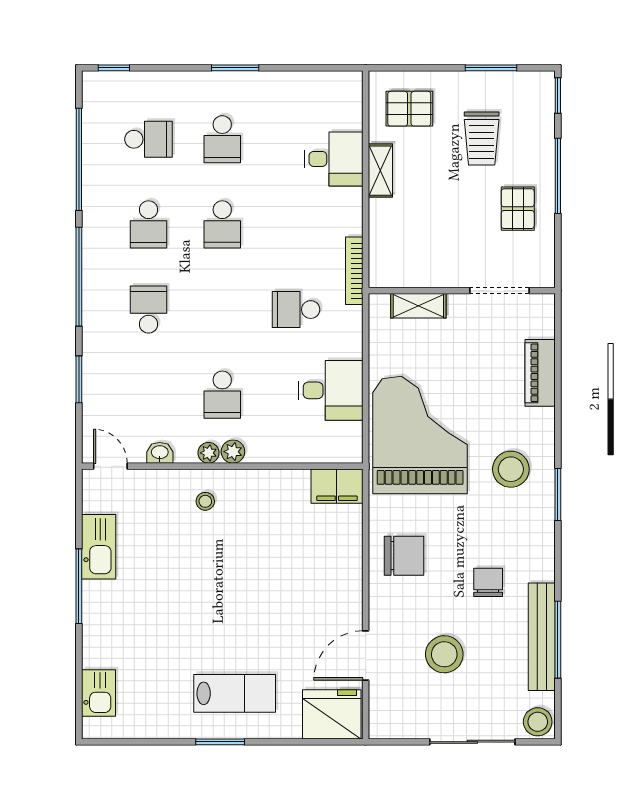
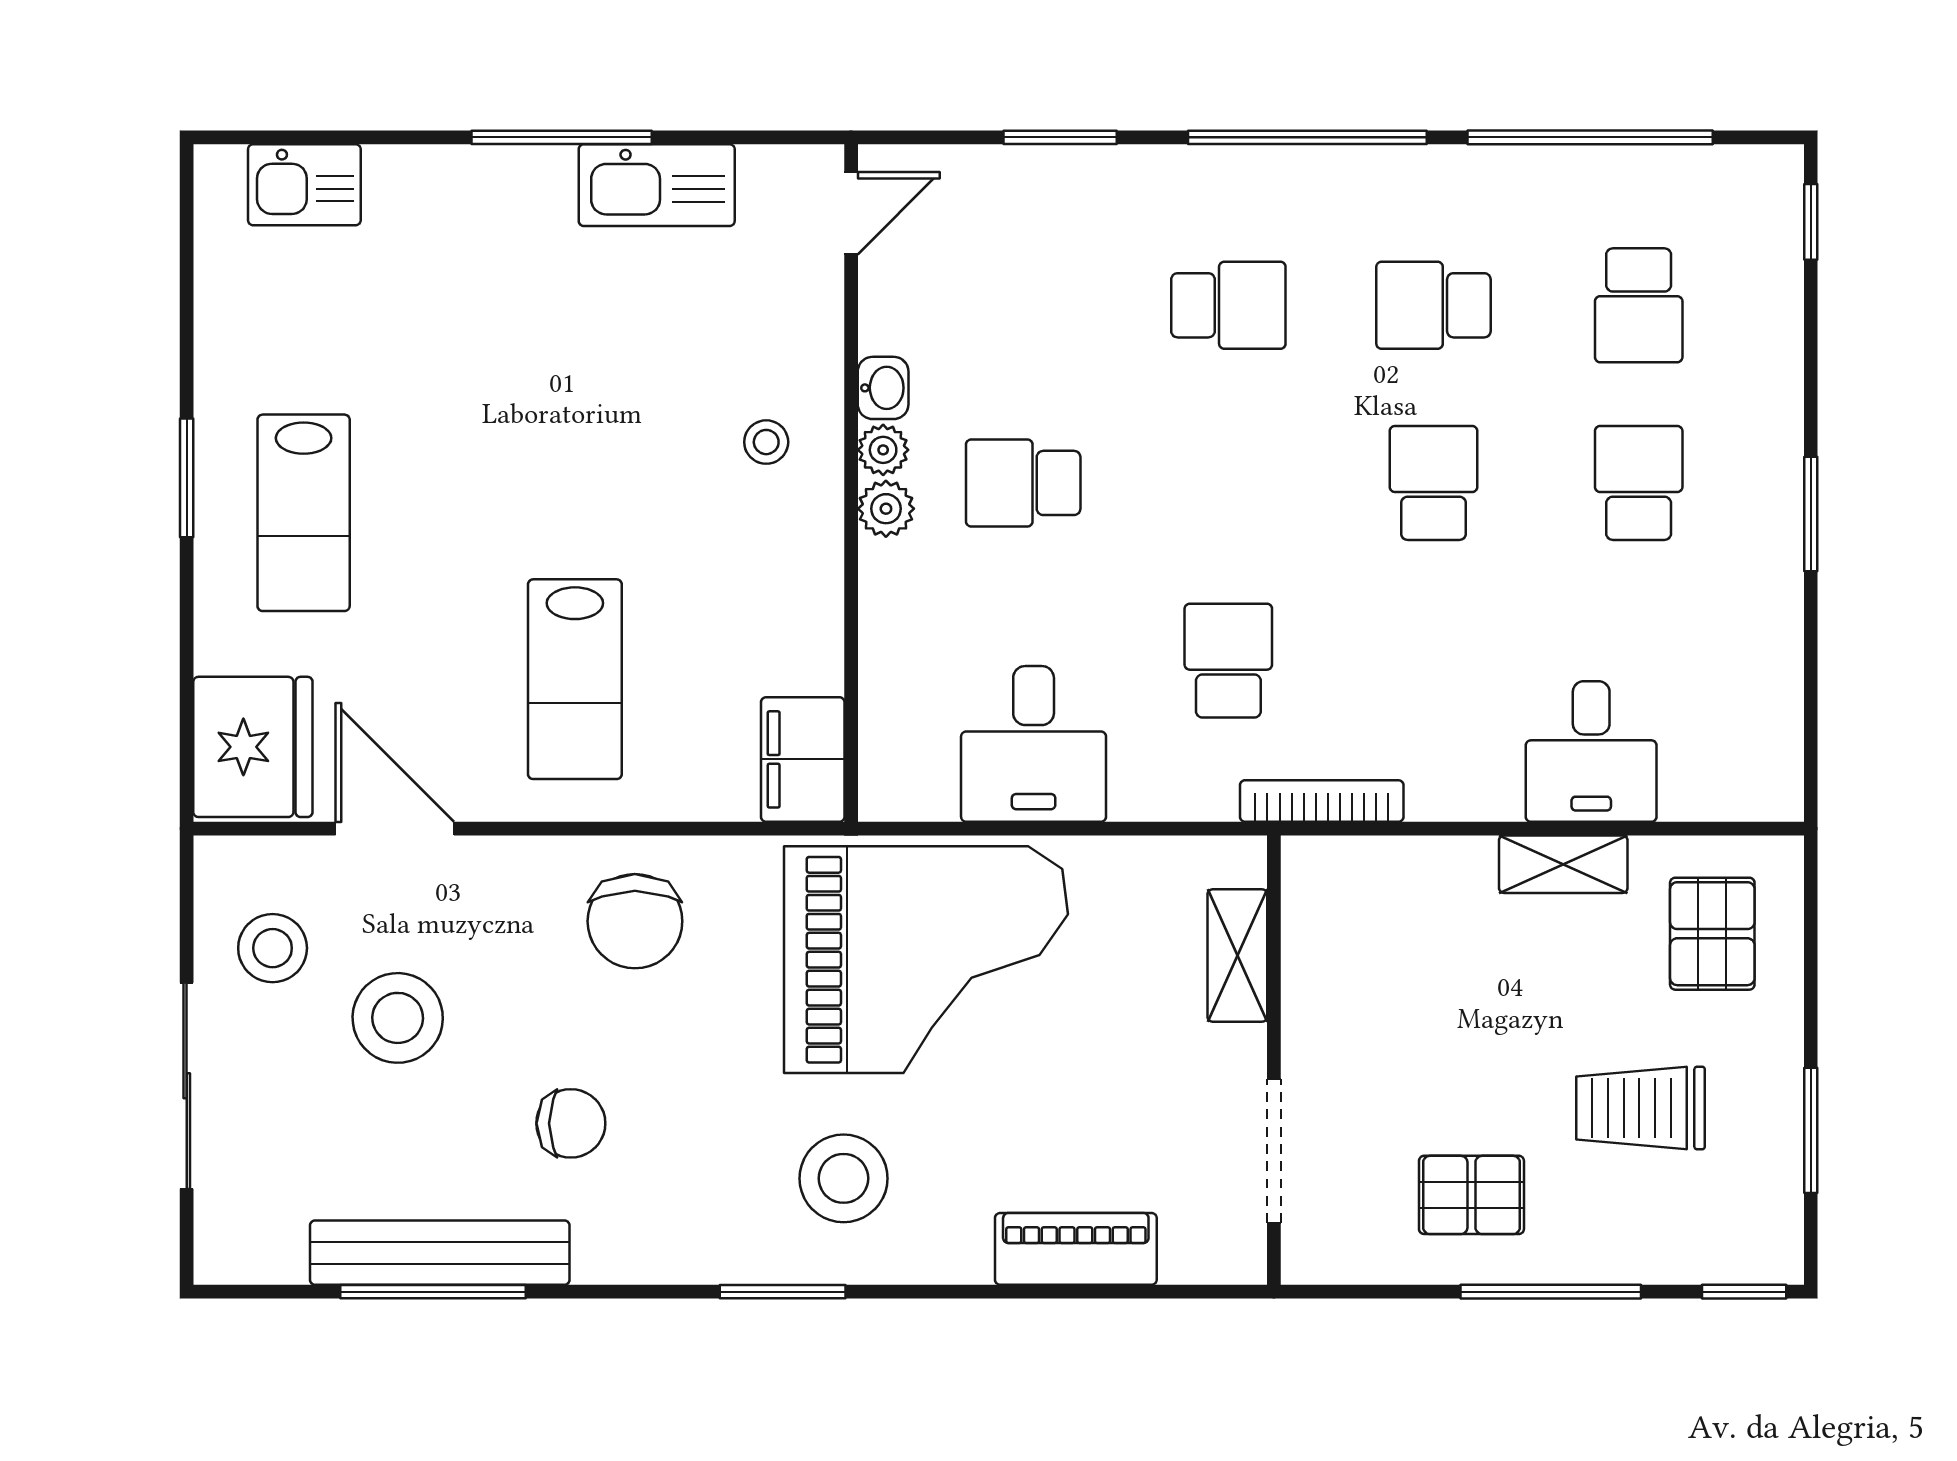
school desk: (222, 139) -> (1639, 483), turned 90
school desk: (222, 224) -> (1434, 483), turned 90
washbasin: (160, 453) -> (883, 388), moved
lab bench: (304, 581) -> (575, 679), added
stool: (538, 722) -> (273, 948), moved

